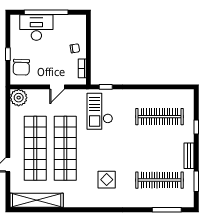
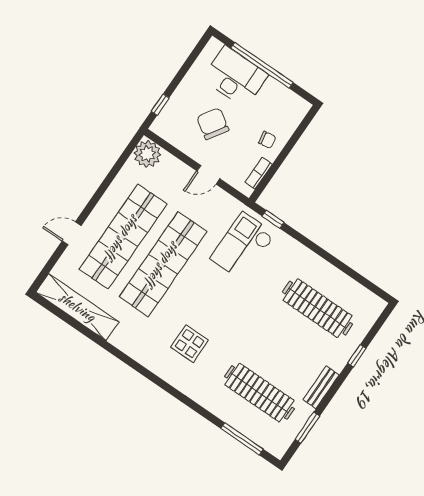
window: (8, 54) -> (160, 105), moved
chair: (21, 67) -> (213, 124), moved, turned 121

